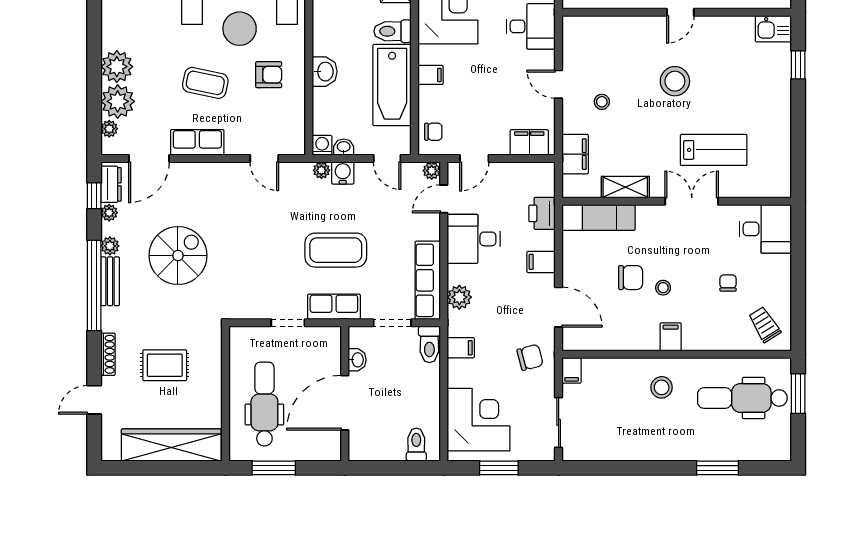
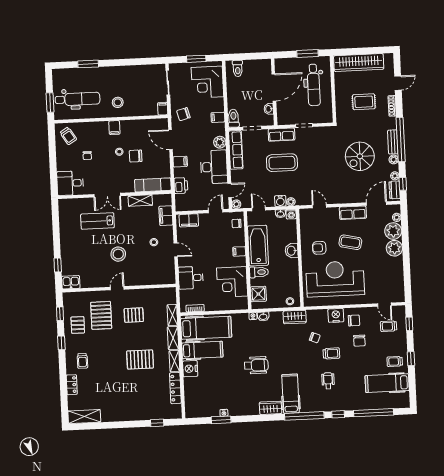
desk: (474, 239) -> (214, 167), width x1.37

